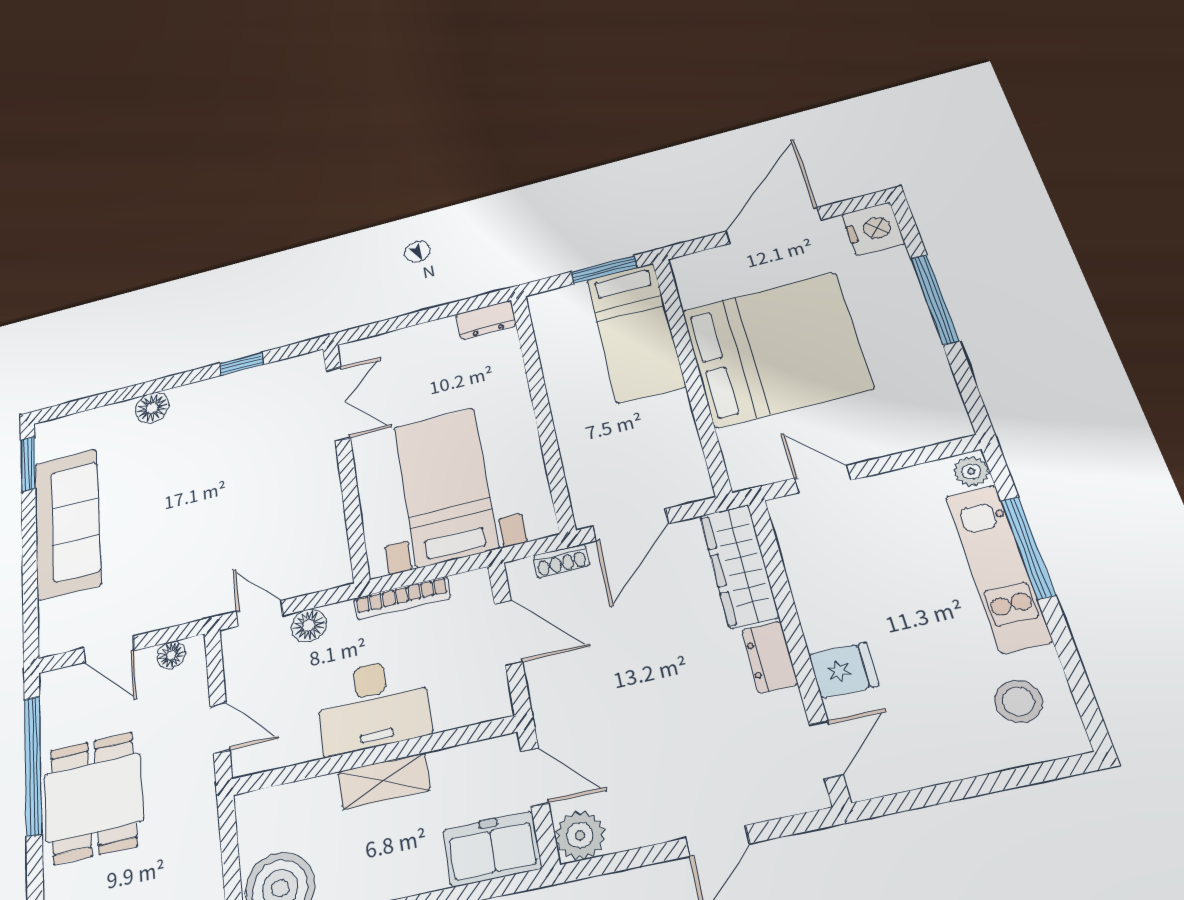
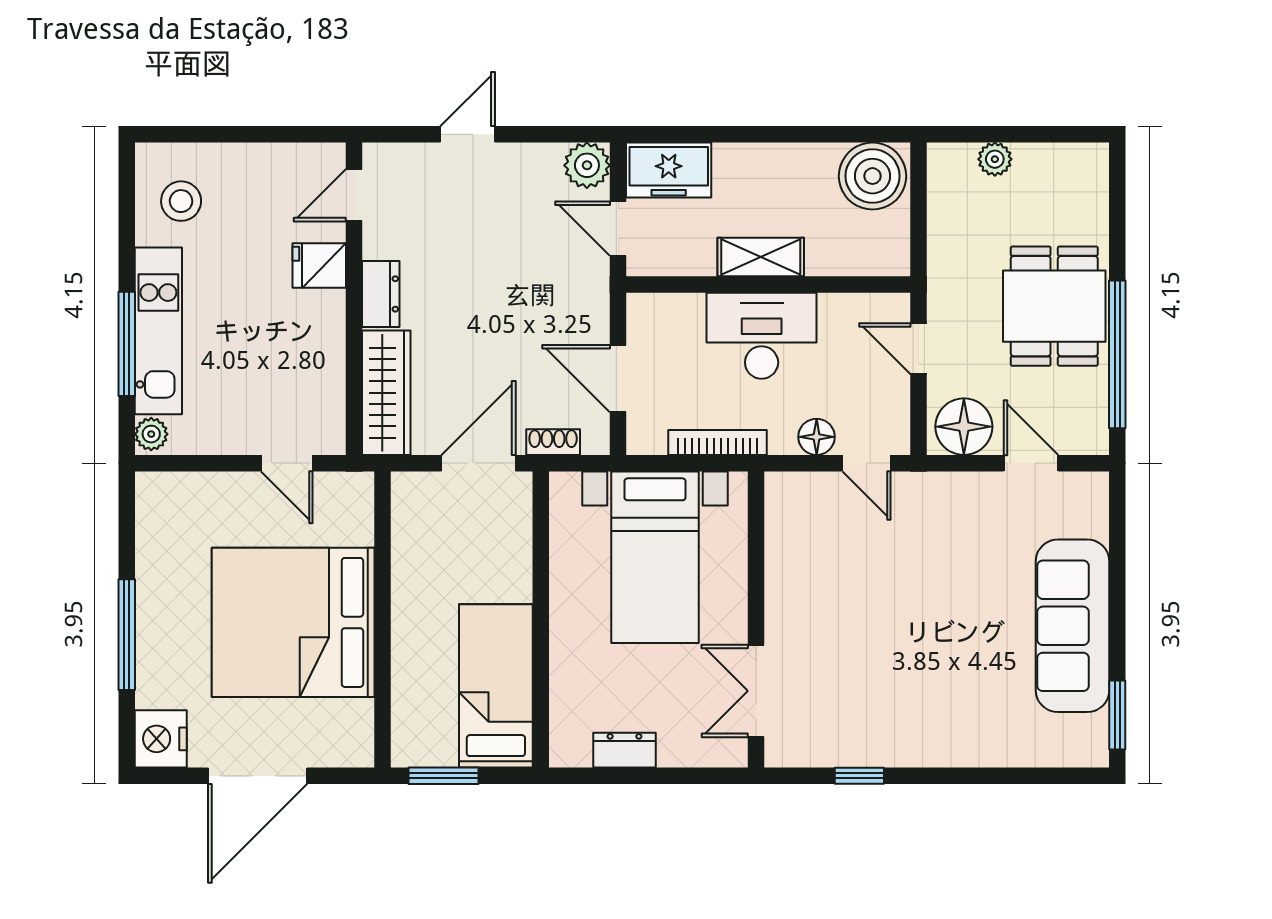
dresser: (486, 320) -> (624, 750), moved
bed: (635, 332) -> (496, 686), moved
floor lamp: (152, 408) -> (967, 748), removed
floor lamp: (171, 655) -> (964, 427), width x1.89, depth x1.89

